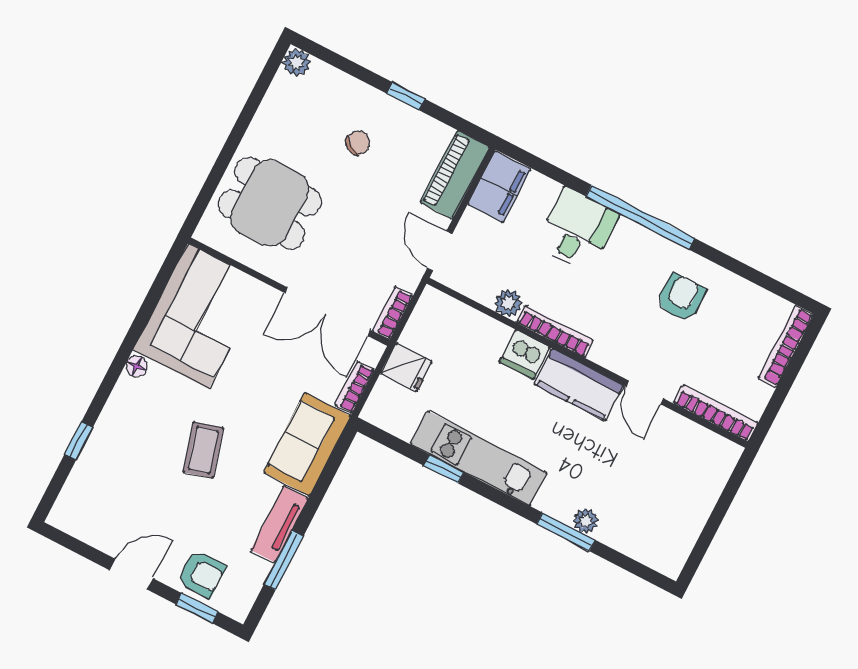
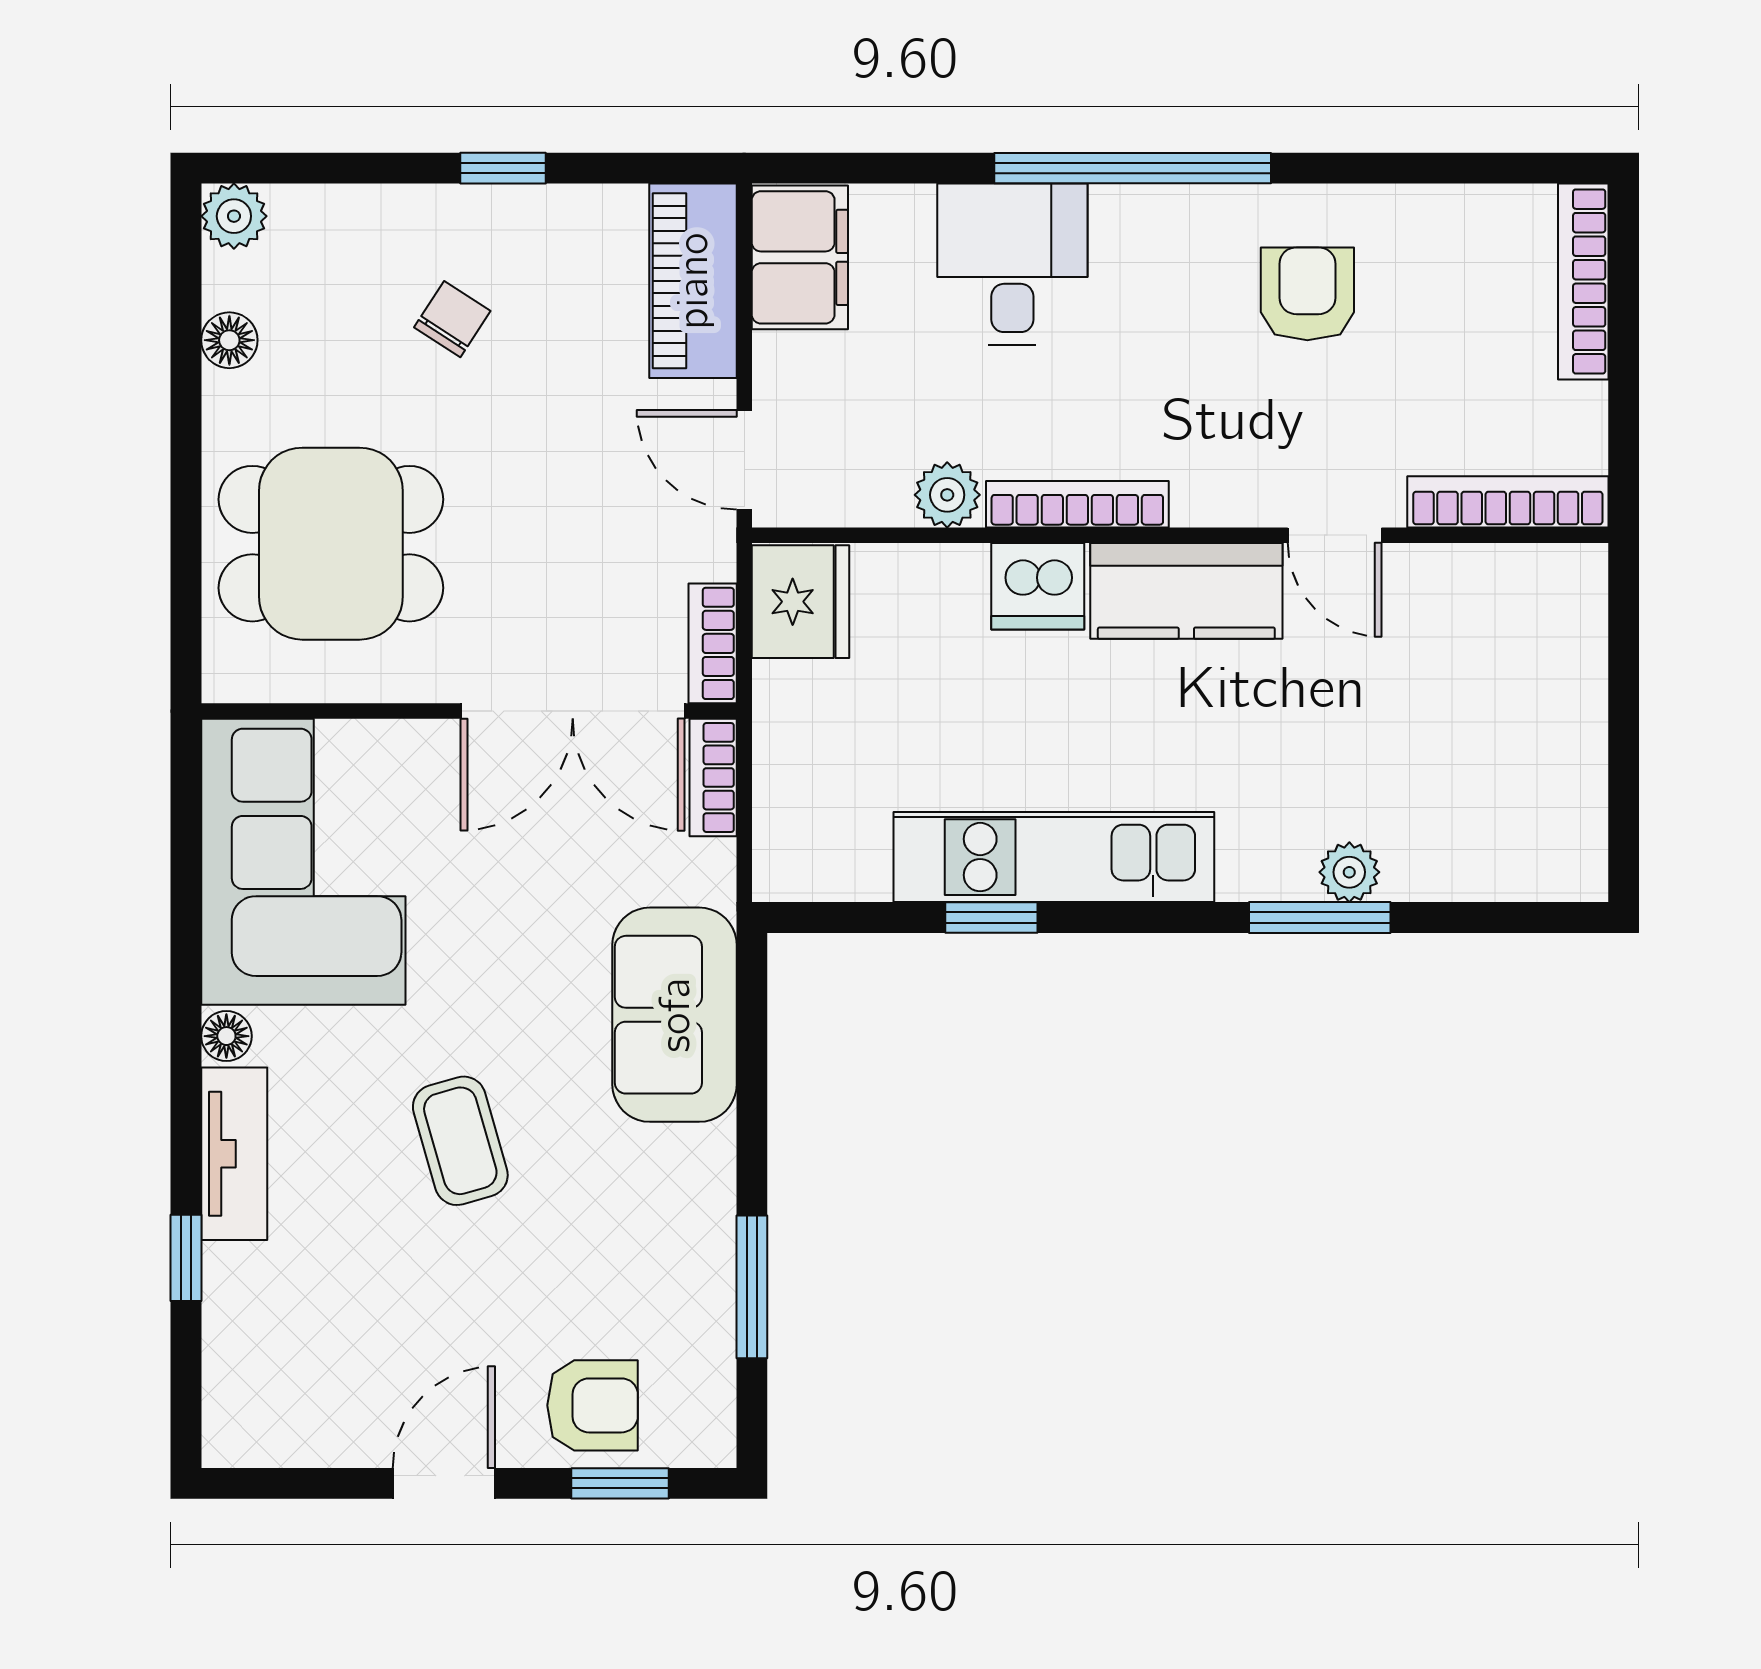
floor lamp: (271, 108) -> (229, 340), added
fridge: (406, 367) -> (801, 602), moved, width x1.38
bookcase: (355, 388) -> (713, 778), moved
tv unit: (280, 524) -> (234, 1154), moved, turned 180

